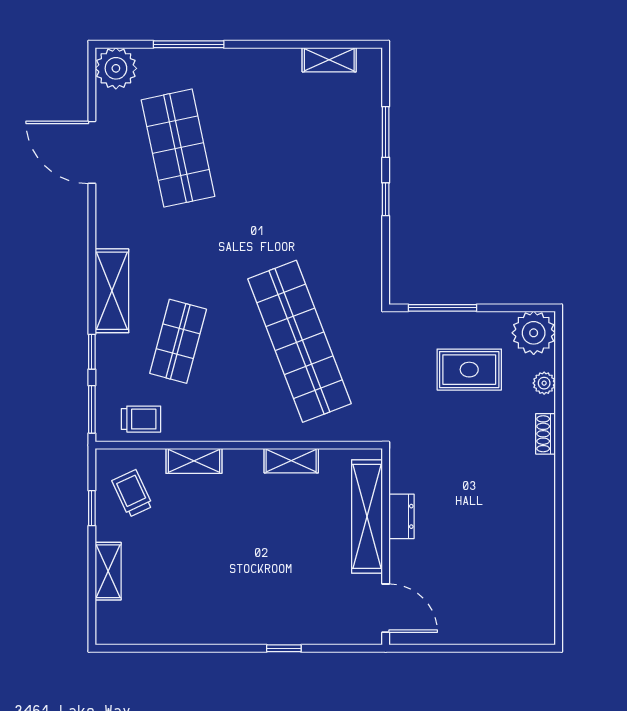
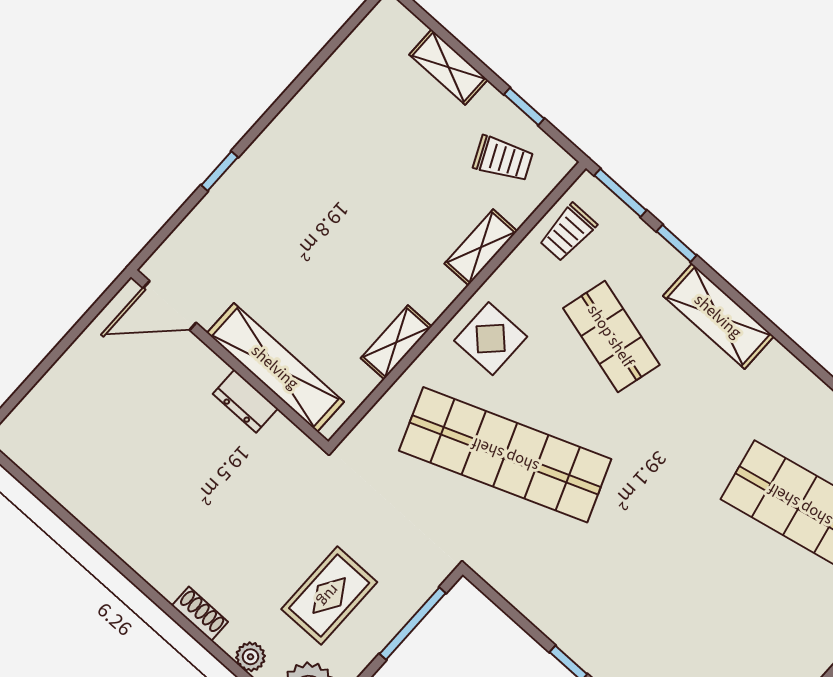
display table: (241, 409) -> (491, 339), added

